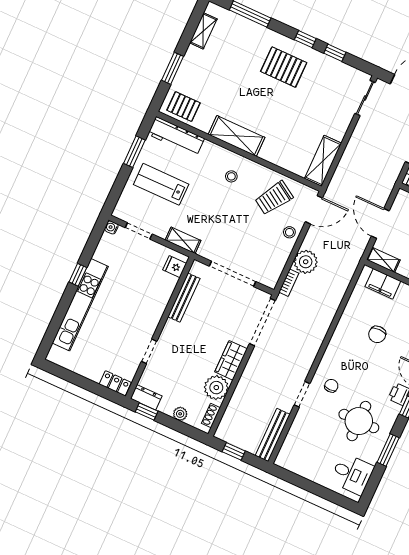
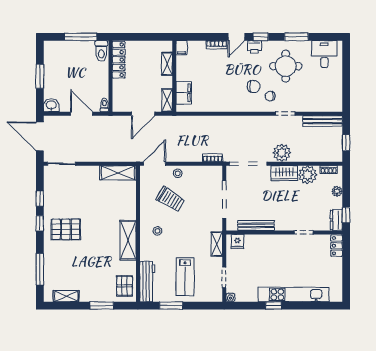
pallet: (284, 67) -> (66, 229), turned 90
trolley: (274, 198) -> (170, 199), moved
door: (314, 210) -> (155, 164), hinge flipped
plant: (306, 262) -> (282, 153), moved
chair: (377, 334) -> (254, 86), moved

